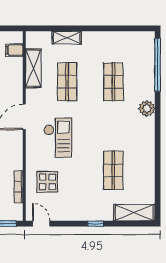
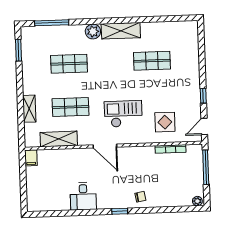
window: (130, 28) -> (19, 50), added
filing cabinet: (14, 50) -> (31, 158), moved
window: (158, 65) -> (52, 23), width x0.68
shelving: (134, 213) -> (121, 31), moved, turned 90
window: (96, 224) -> (203, 96), moved

